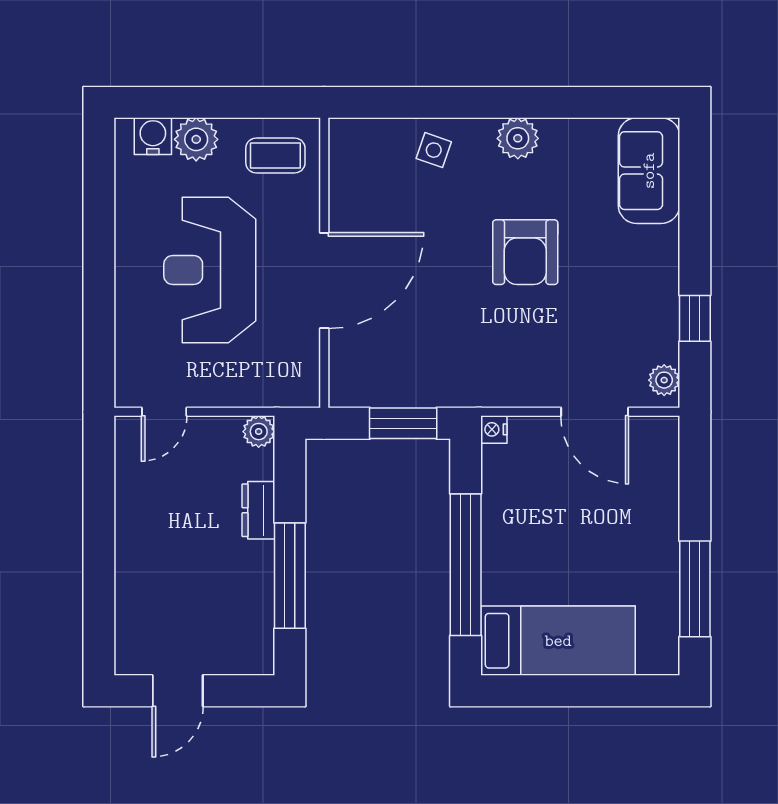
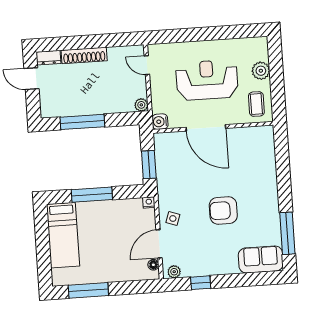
window: (590, 102) -> (287, 233), added
water cooler: (153, 136) -> (160, 122), moved, turned 180
plant: (518, 138) -> (270, 204), removed
side table: (434, 150) -> (173, 219), moved
floor lamp: (644, 429) -> (153, 265), added
dresser: (258, 510) -> (48, 58), moved, turned 180
shoe rack: (131, 561) -> (84, 55), added
window: (466, 565) -> (92, 195), width x0.68

